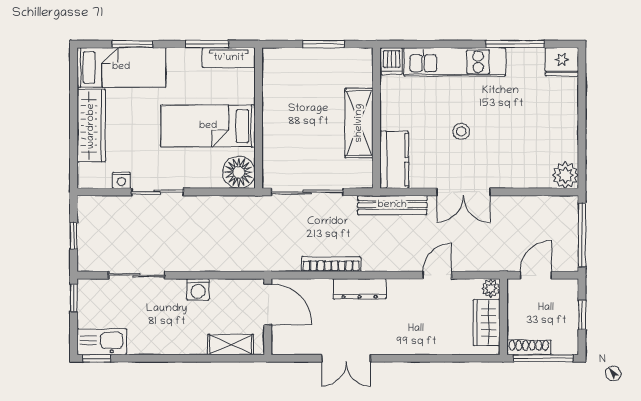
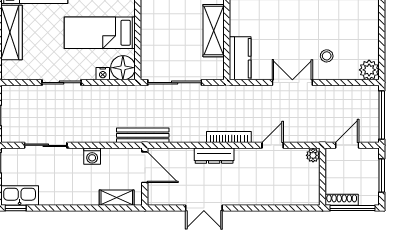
stool: (461, 131) -> (327, 56), moved
nightstand: (121, 180) -> (103, 74), moved
double door: (463, 192) -> (292, 83), swing flipped
bench: (392, 205) -> (143, 135), moved
bookcase: (331, 264) -> (229, 137), moved
window: (582, 315) -> (382, 175), width x1.50
wardrobe: (487, 323) -> (310, 181), removed

